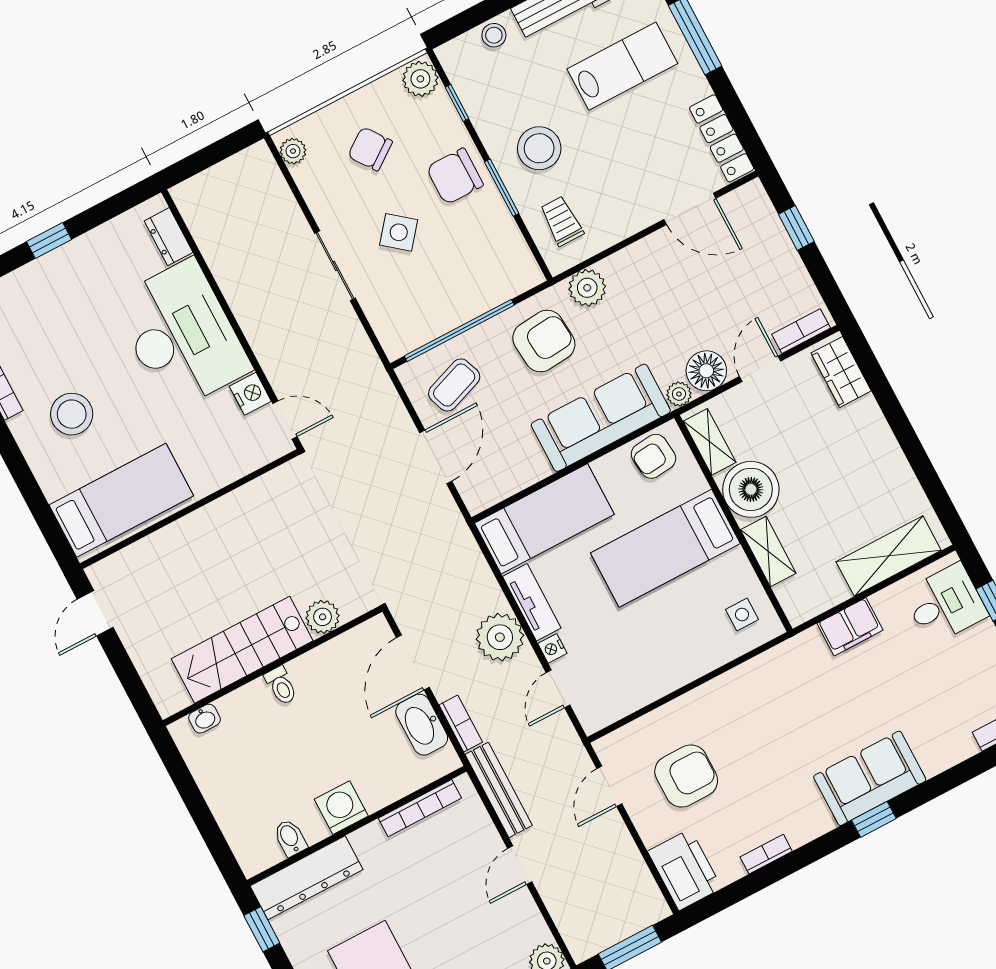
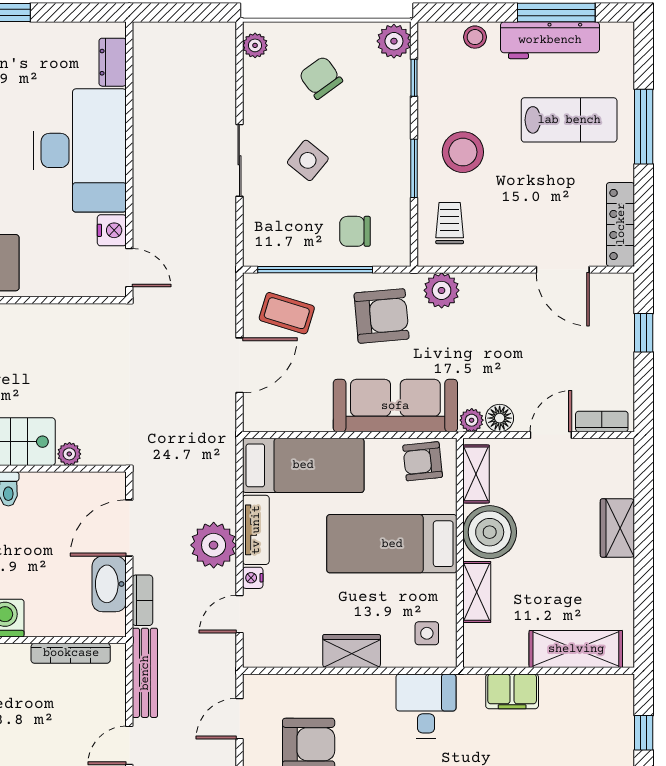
chair: (455, 176) -> (355, 231), moved, width x0.73, depth x0.73
floor lamp: (706, 371) -> (500, 418), width x0.73, depth x0.73
wardrobe: (841, 372) -> (617, 528), moved
coffee table: (454, 385) -> (287, 313), turned 37
desk: (945, 604) -> (426, 706), moved, turned -90
plant: (323, 617) -> (69, 454), width x0.73, depth x0.73
wardrobe: (681, 668) -> (352, 651), added

